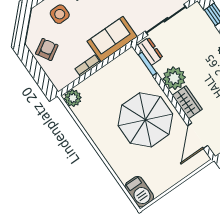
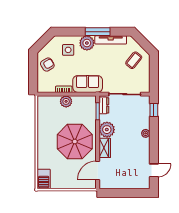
plant: (73, 98) -> (66, 101), moved

